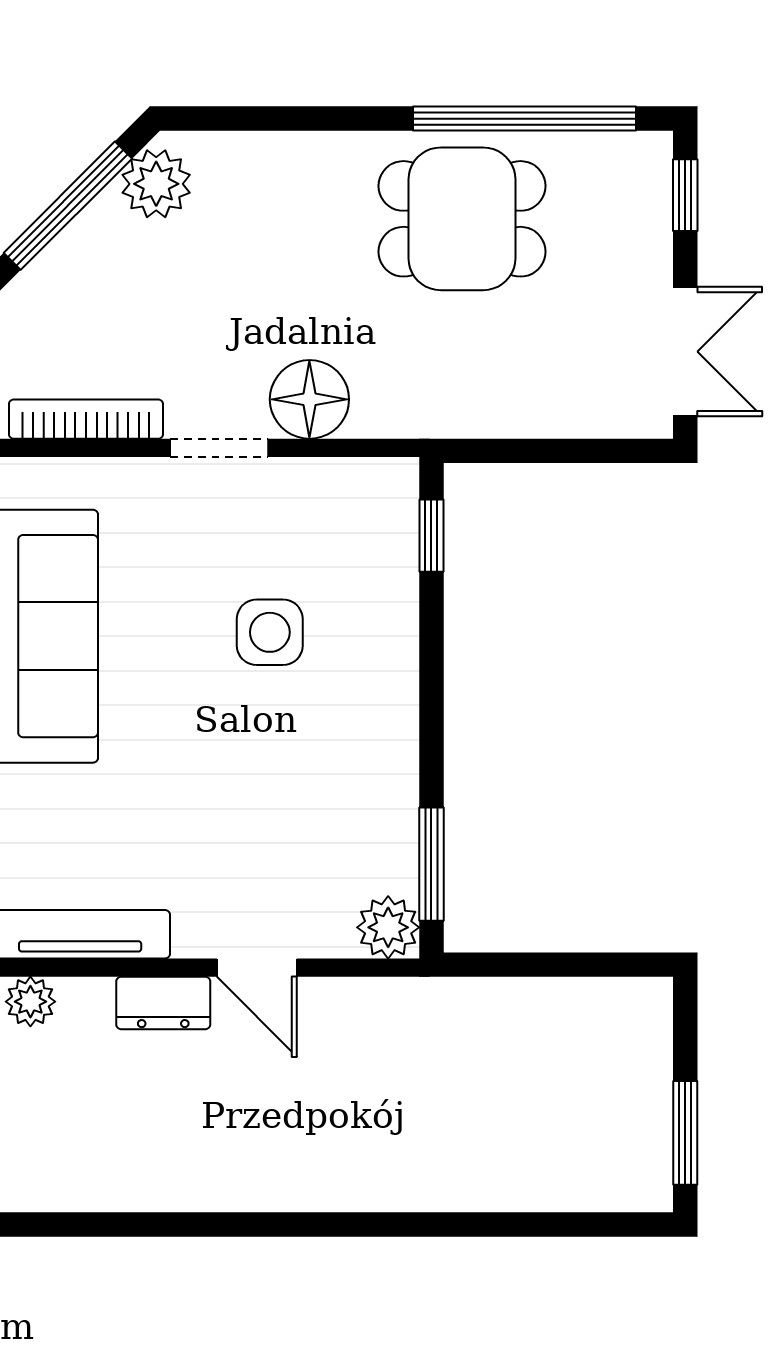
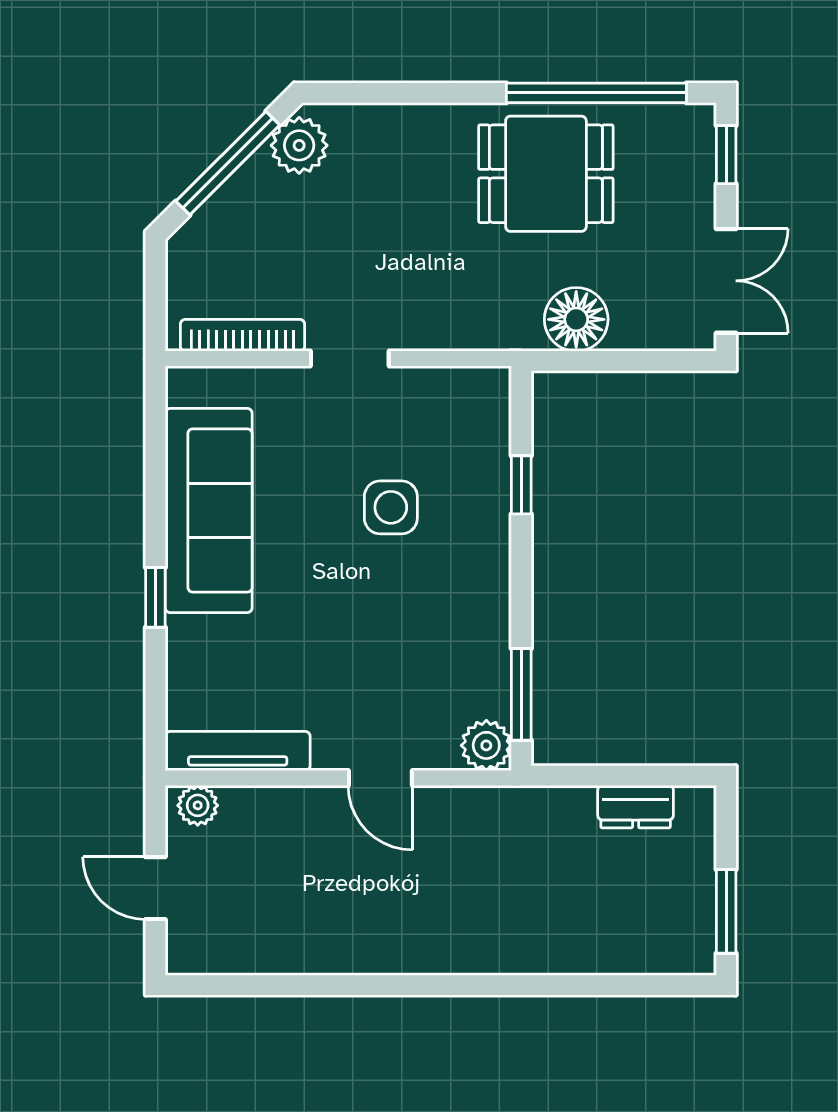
floor lamp: (309, 399) -> (576, 319), moved
window: (431, 536) -> (521, 485), moved
dresser: (163, 1003) -> (636, 807), moved

